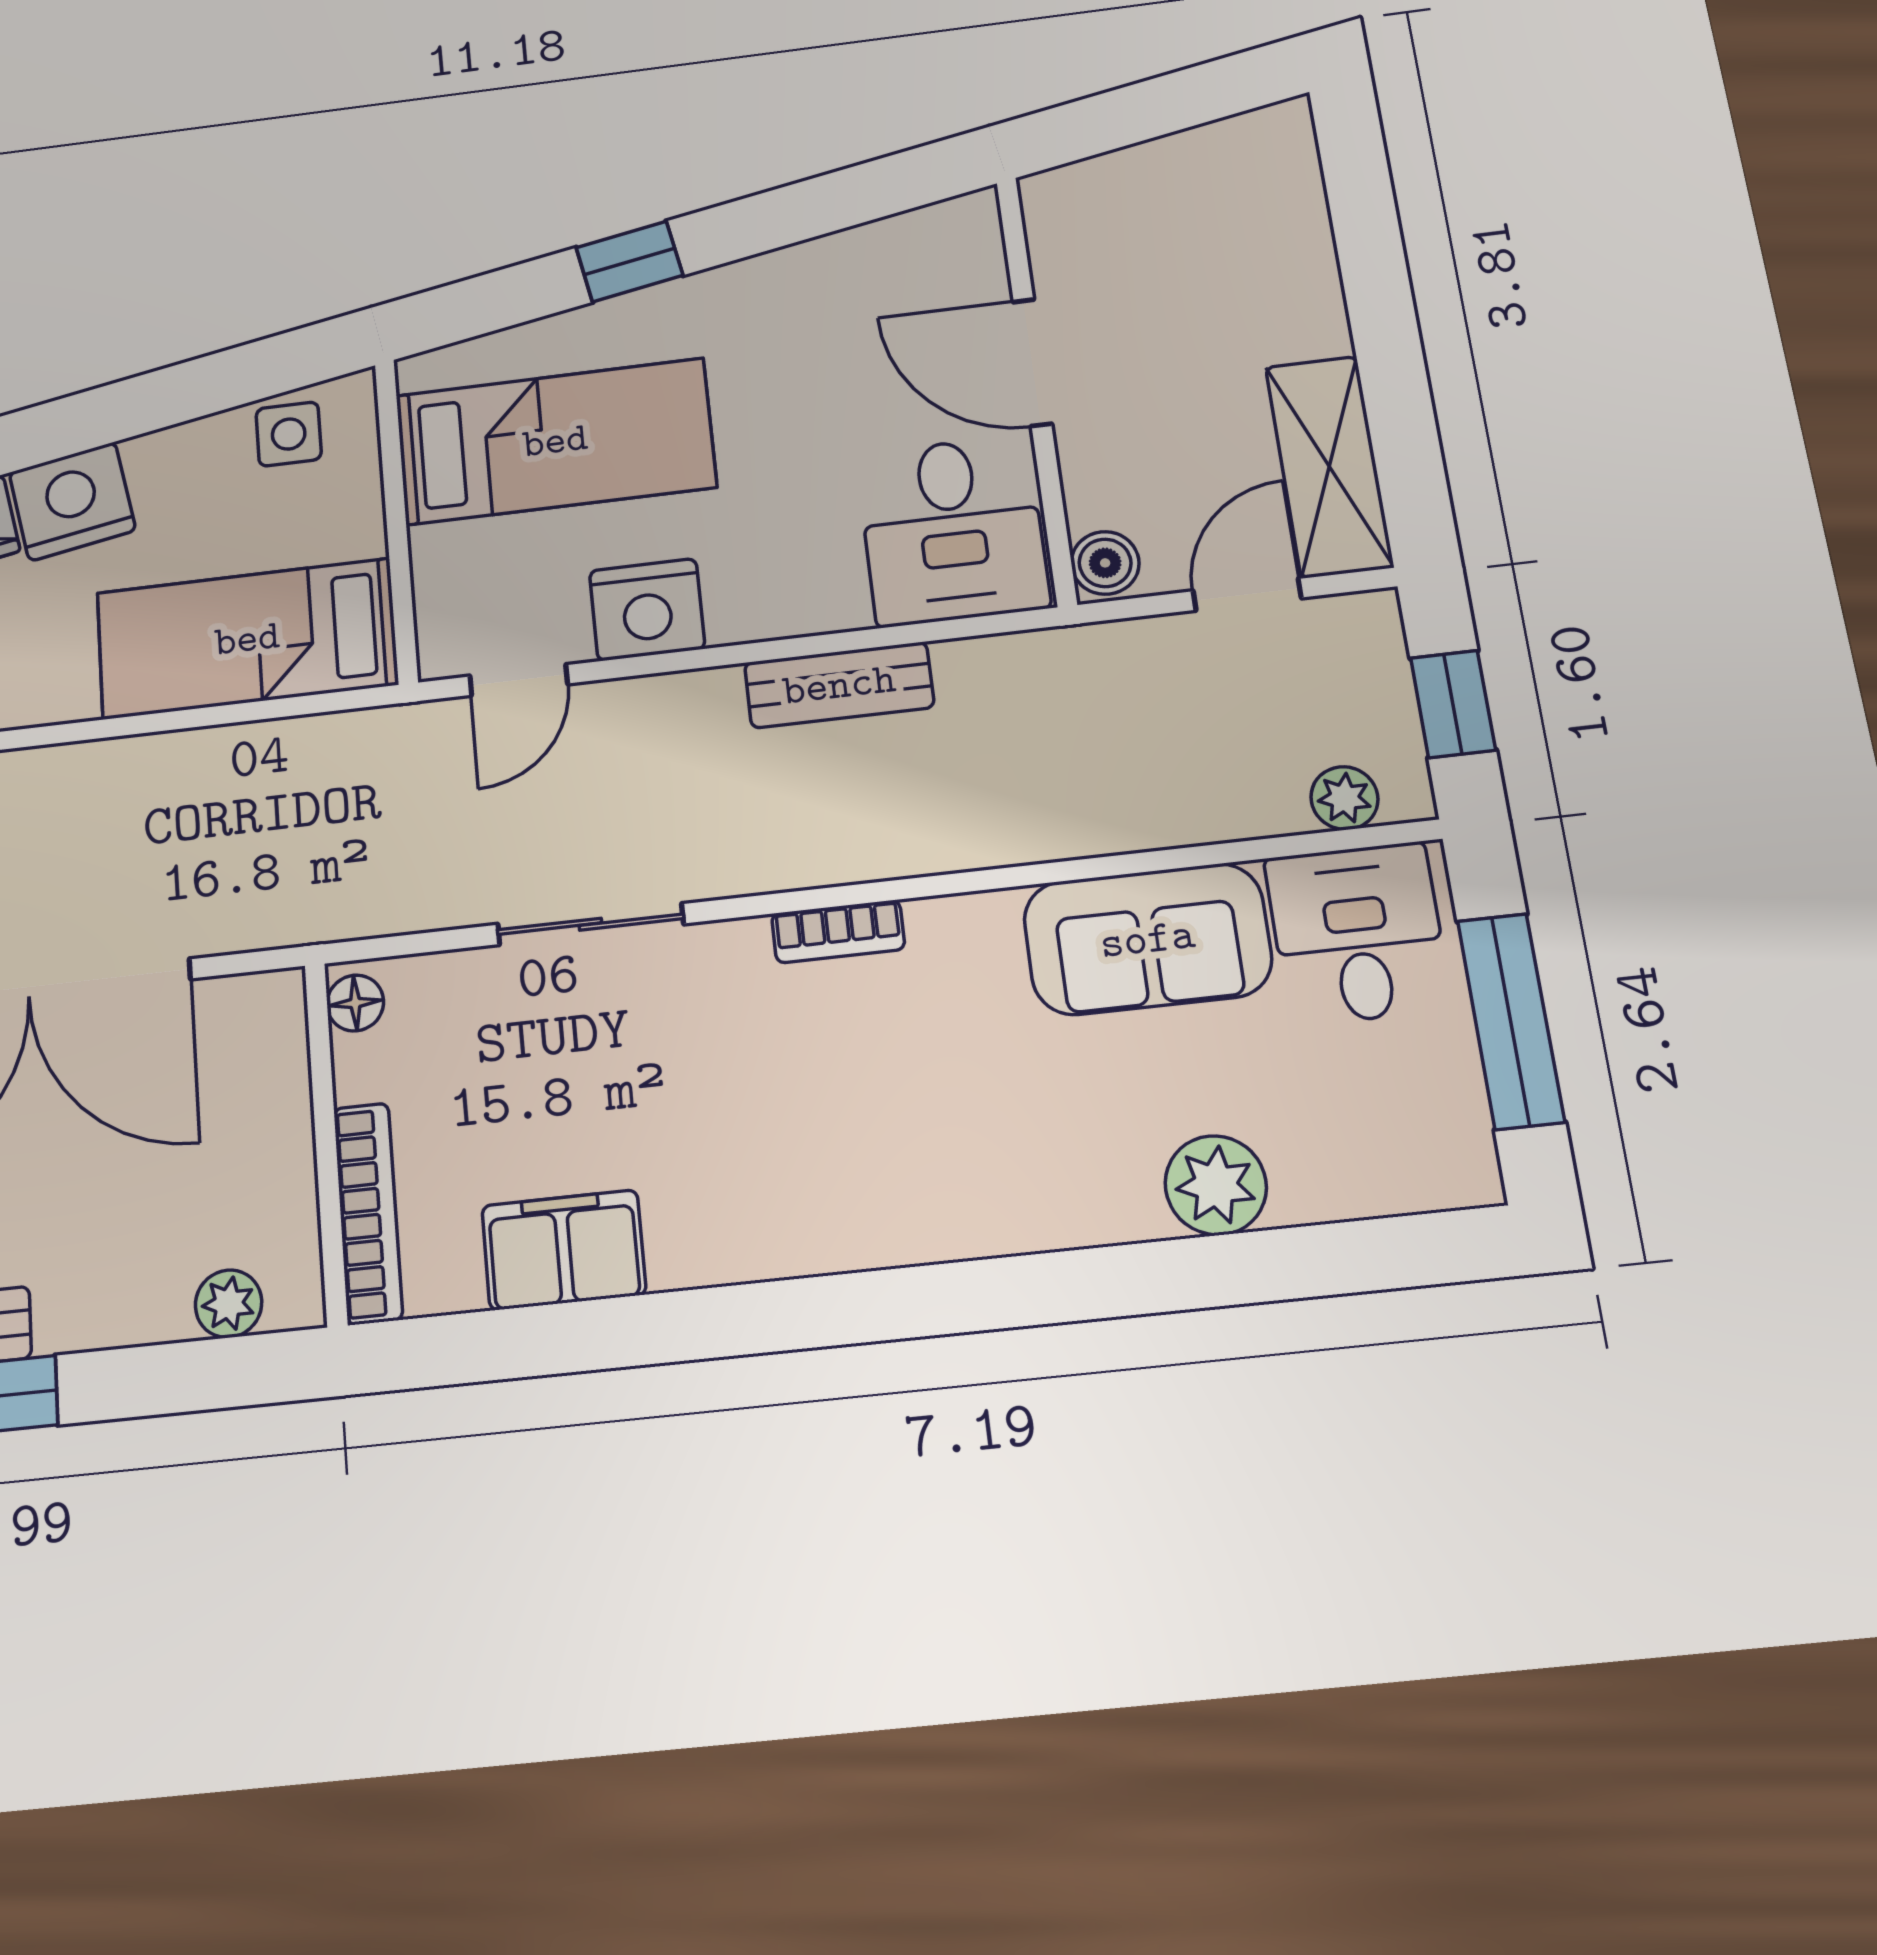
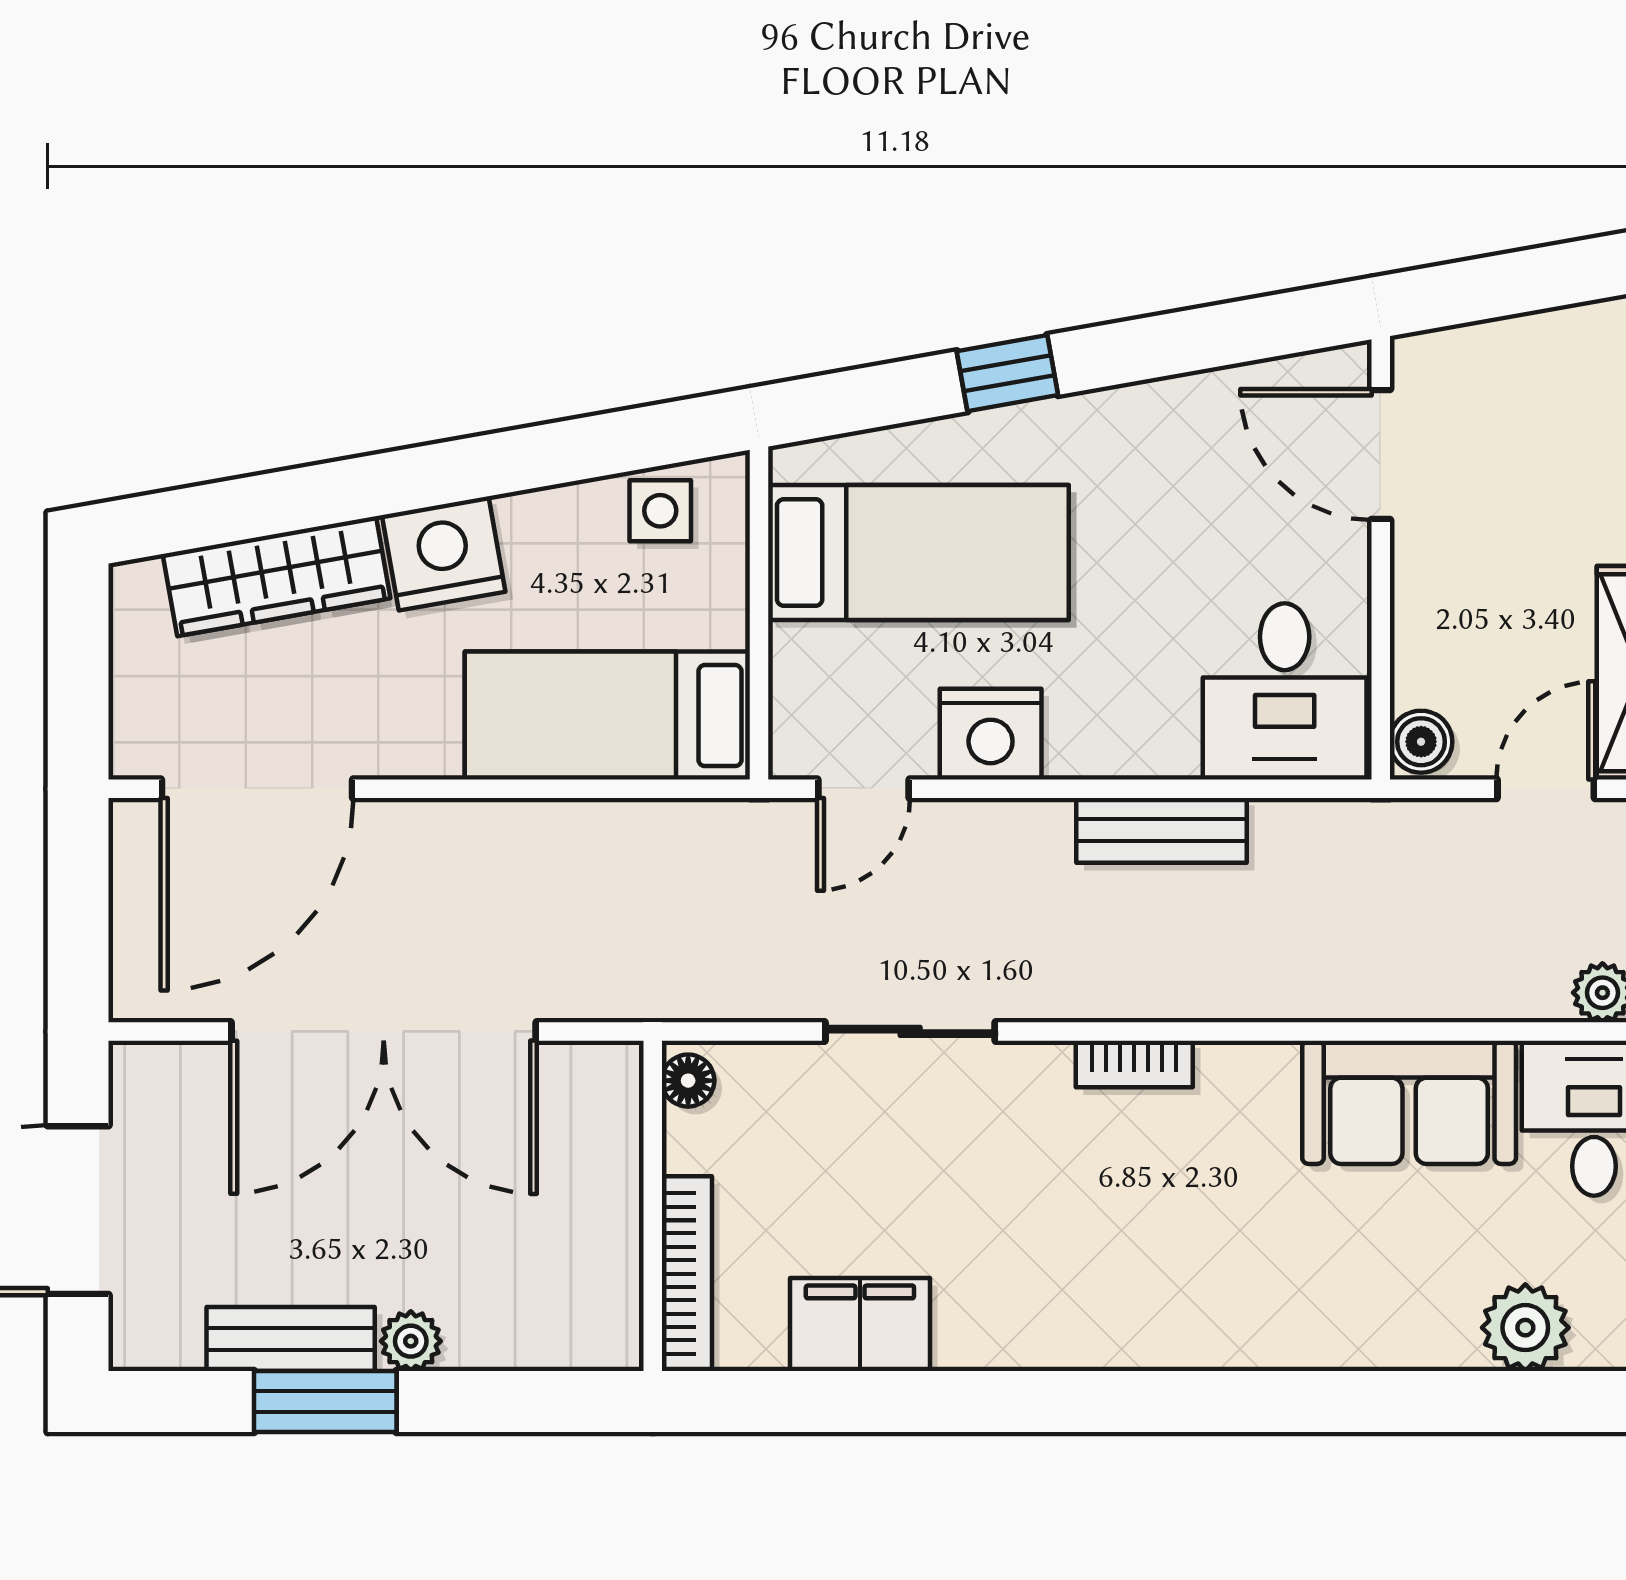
door: (1032, 363) -> (1381, 454), moved
plant: (1216, 1185) -> (1525, 1328), moved
plant: (229, 1304) -> (411, 1341), moved

